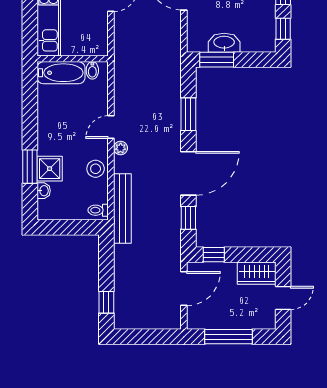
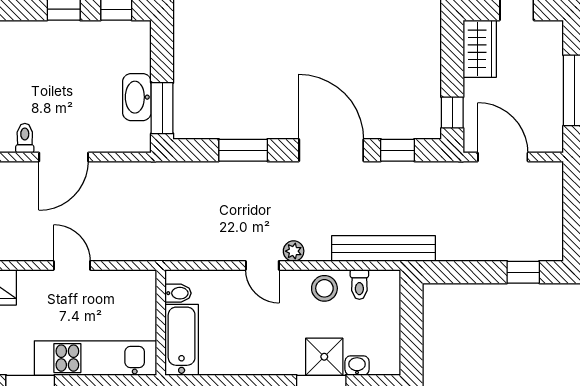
toilet: (98, 210) -> (359, 284), moved

